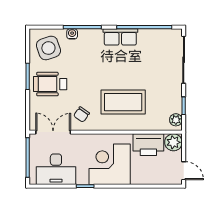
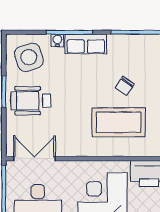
row of seats: (120, 37) -> (86, 44), moved
chair: (82, 114) -> (125, 86), moved

